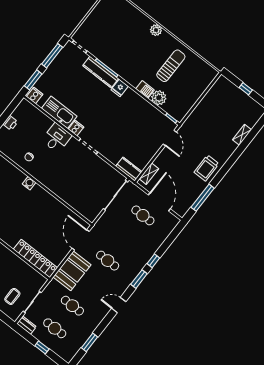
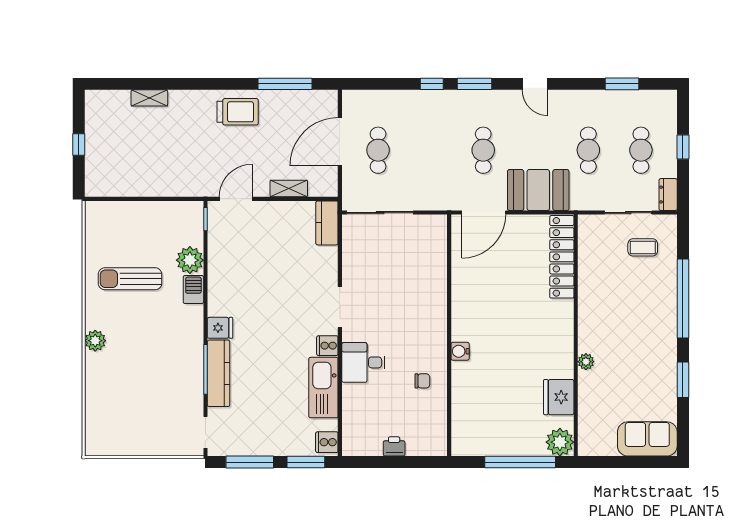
shelving: (149, 174) -> (289, 189), moved

